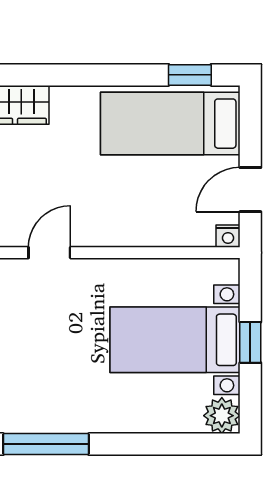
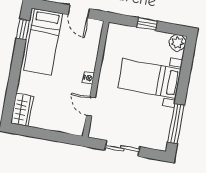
nightstand: (228, 236) -> (88, 78), moved
bed with nightstands: (175, 340) -> (149, 79), moved, turned 90

